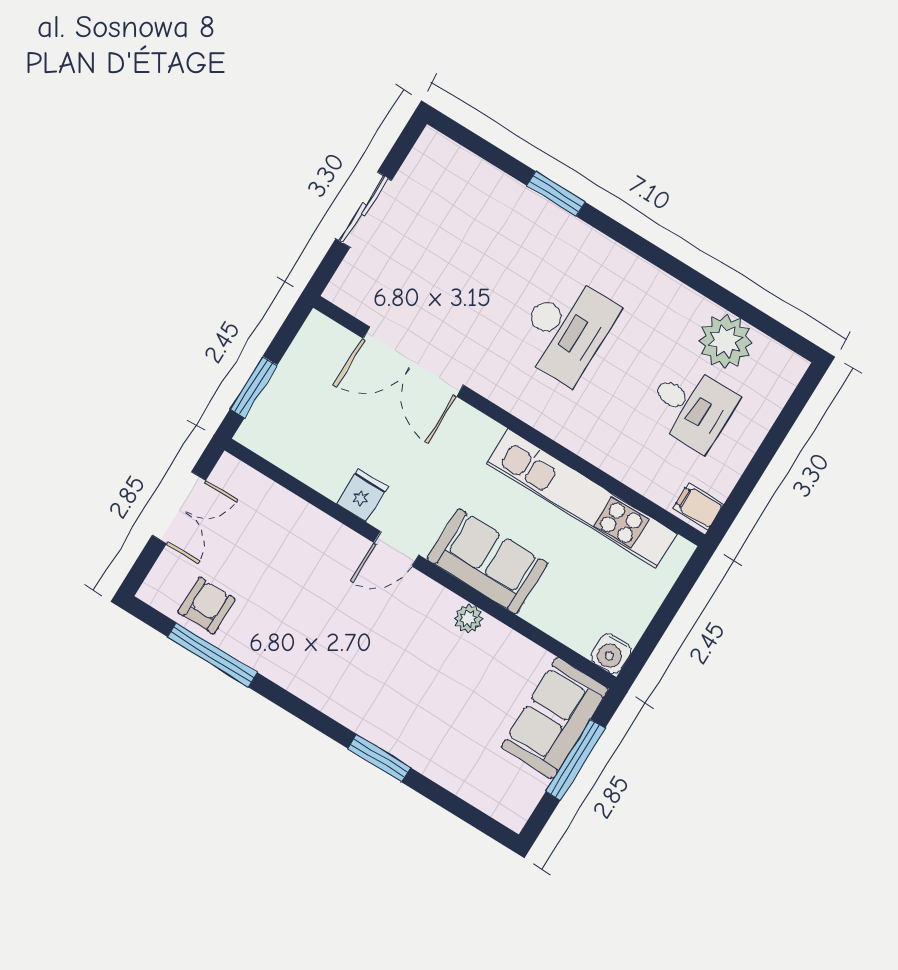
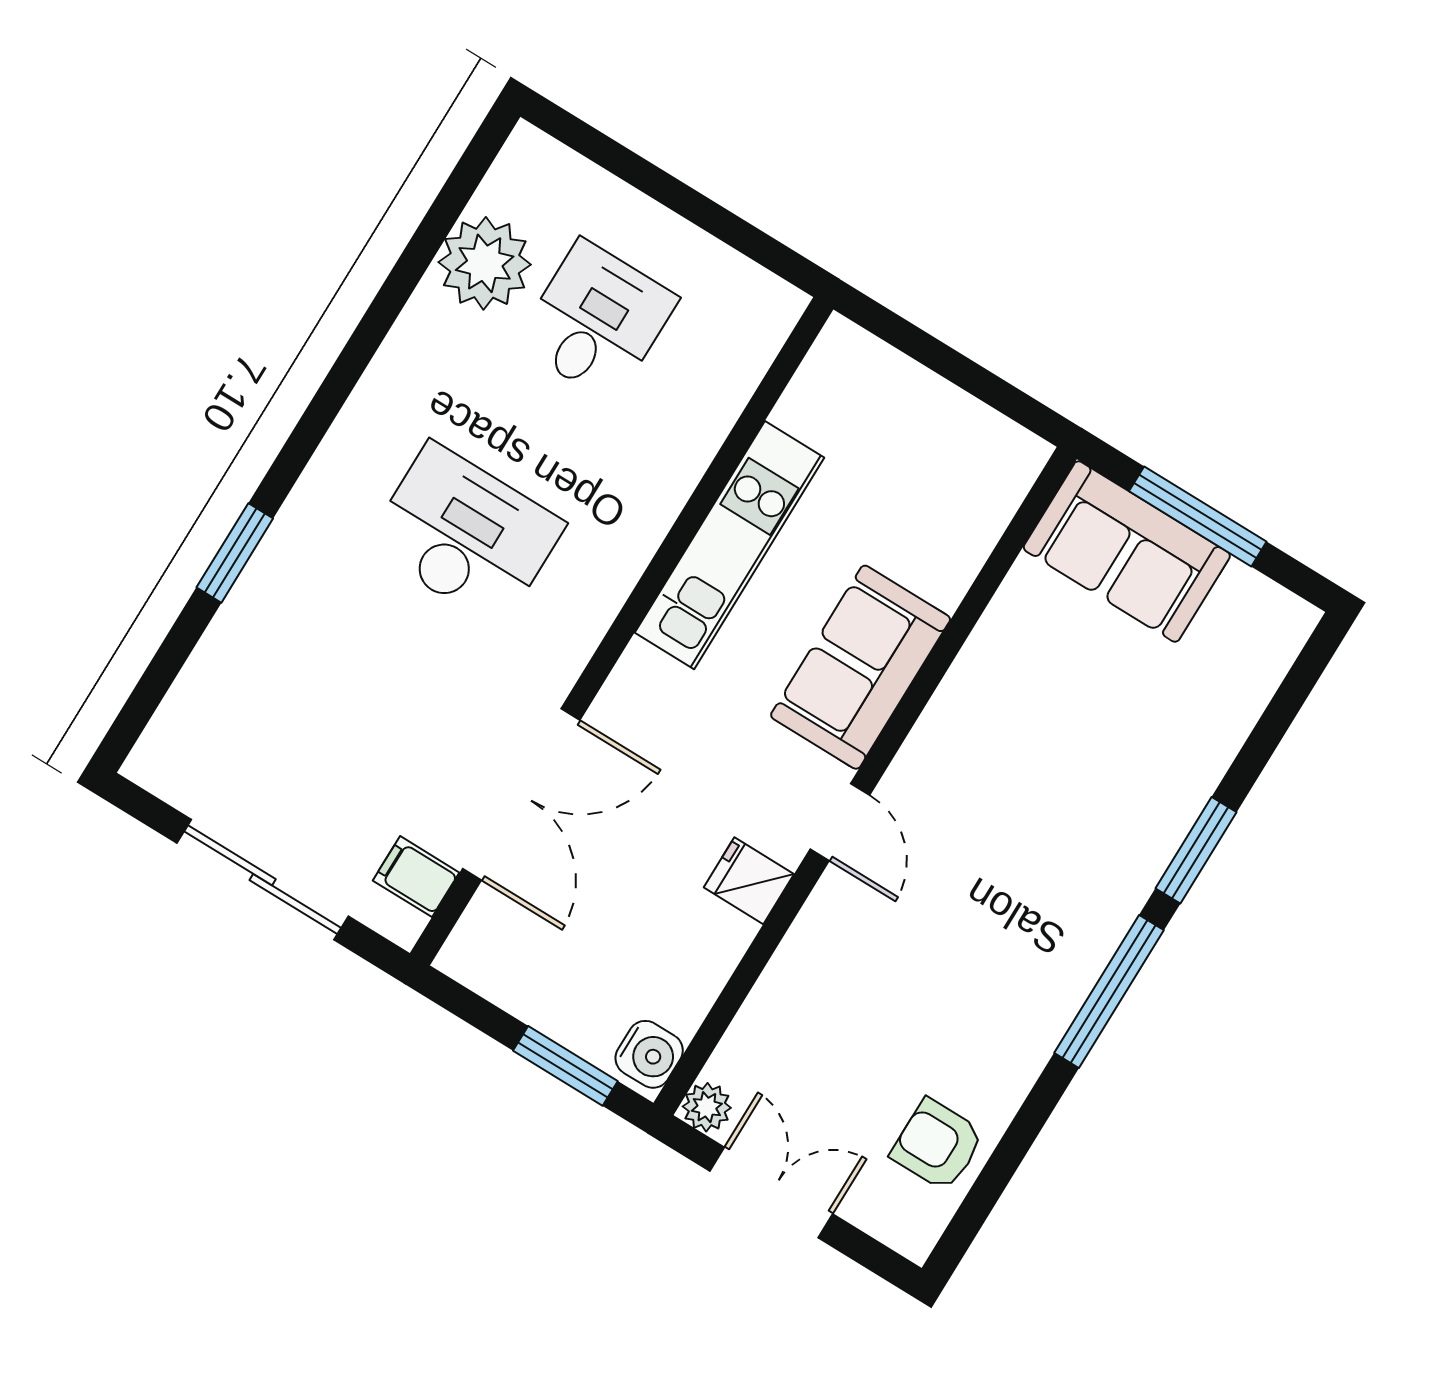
sliding door: (364, 209) -> (263, 880), width x1.37
kitchen unit: (582, 499) -> (730, 545), width x0.73
filing cabinet: (698, 506) -> (416, 877), moved, turned 90
plant: (469, 619) -> (707, 1107), moved
water cooler: (611, 654) -> (649, 1054), moved
window: (212, 655) -> (1109, 992), moved

